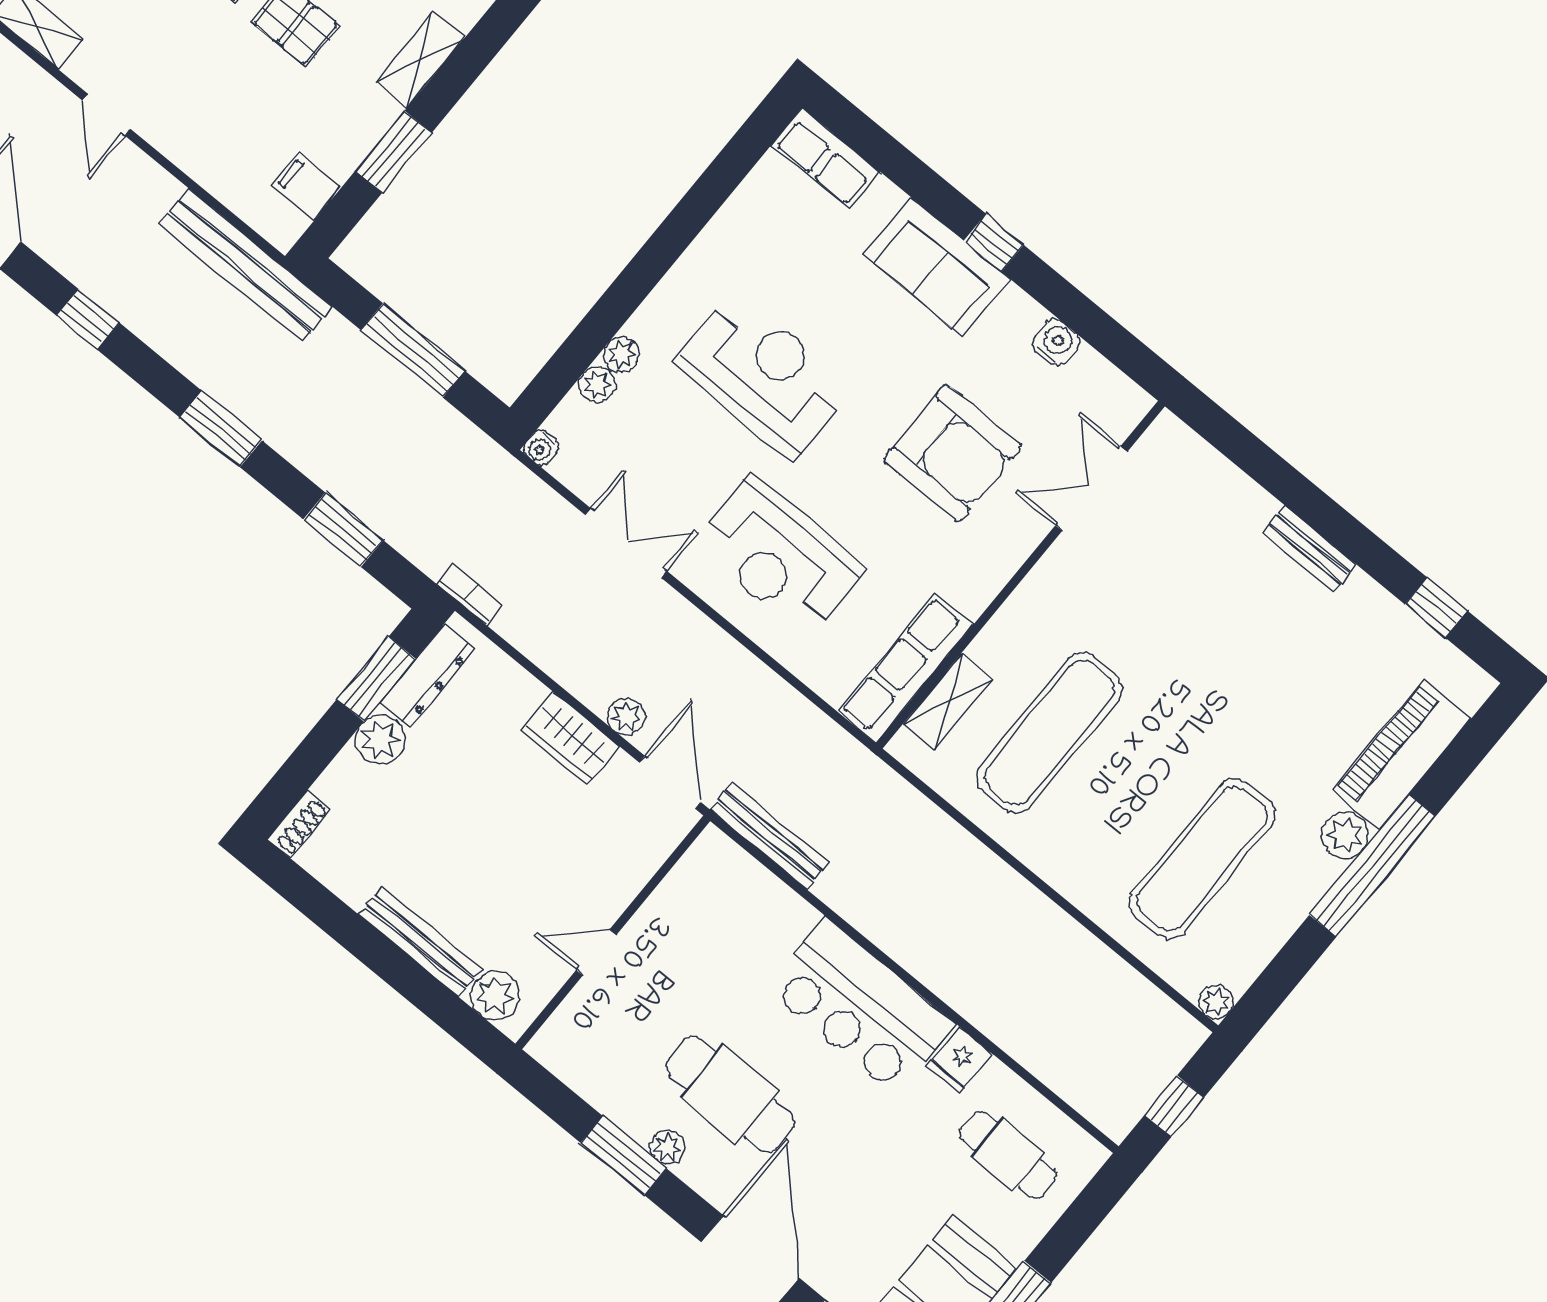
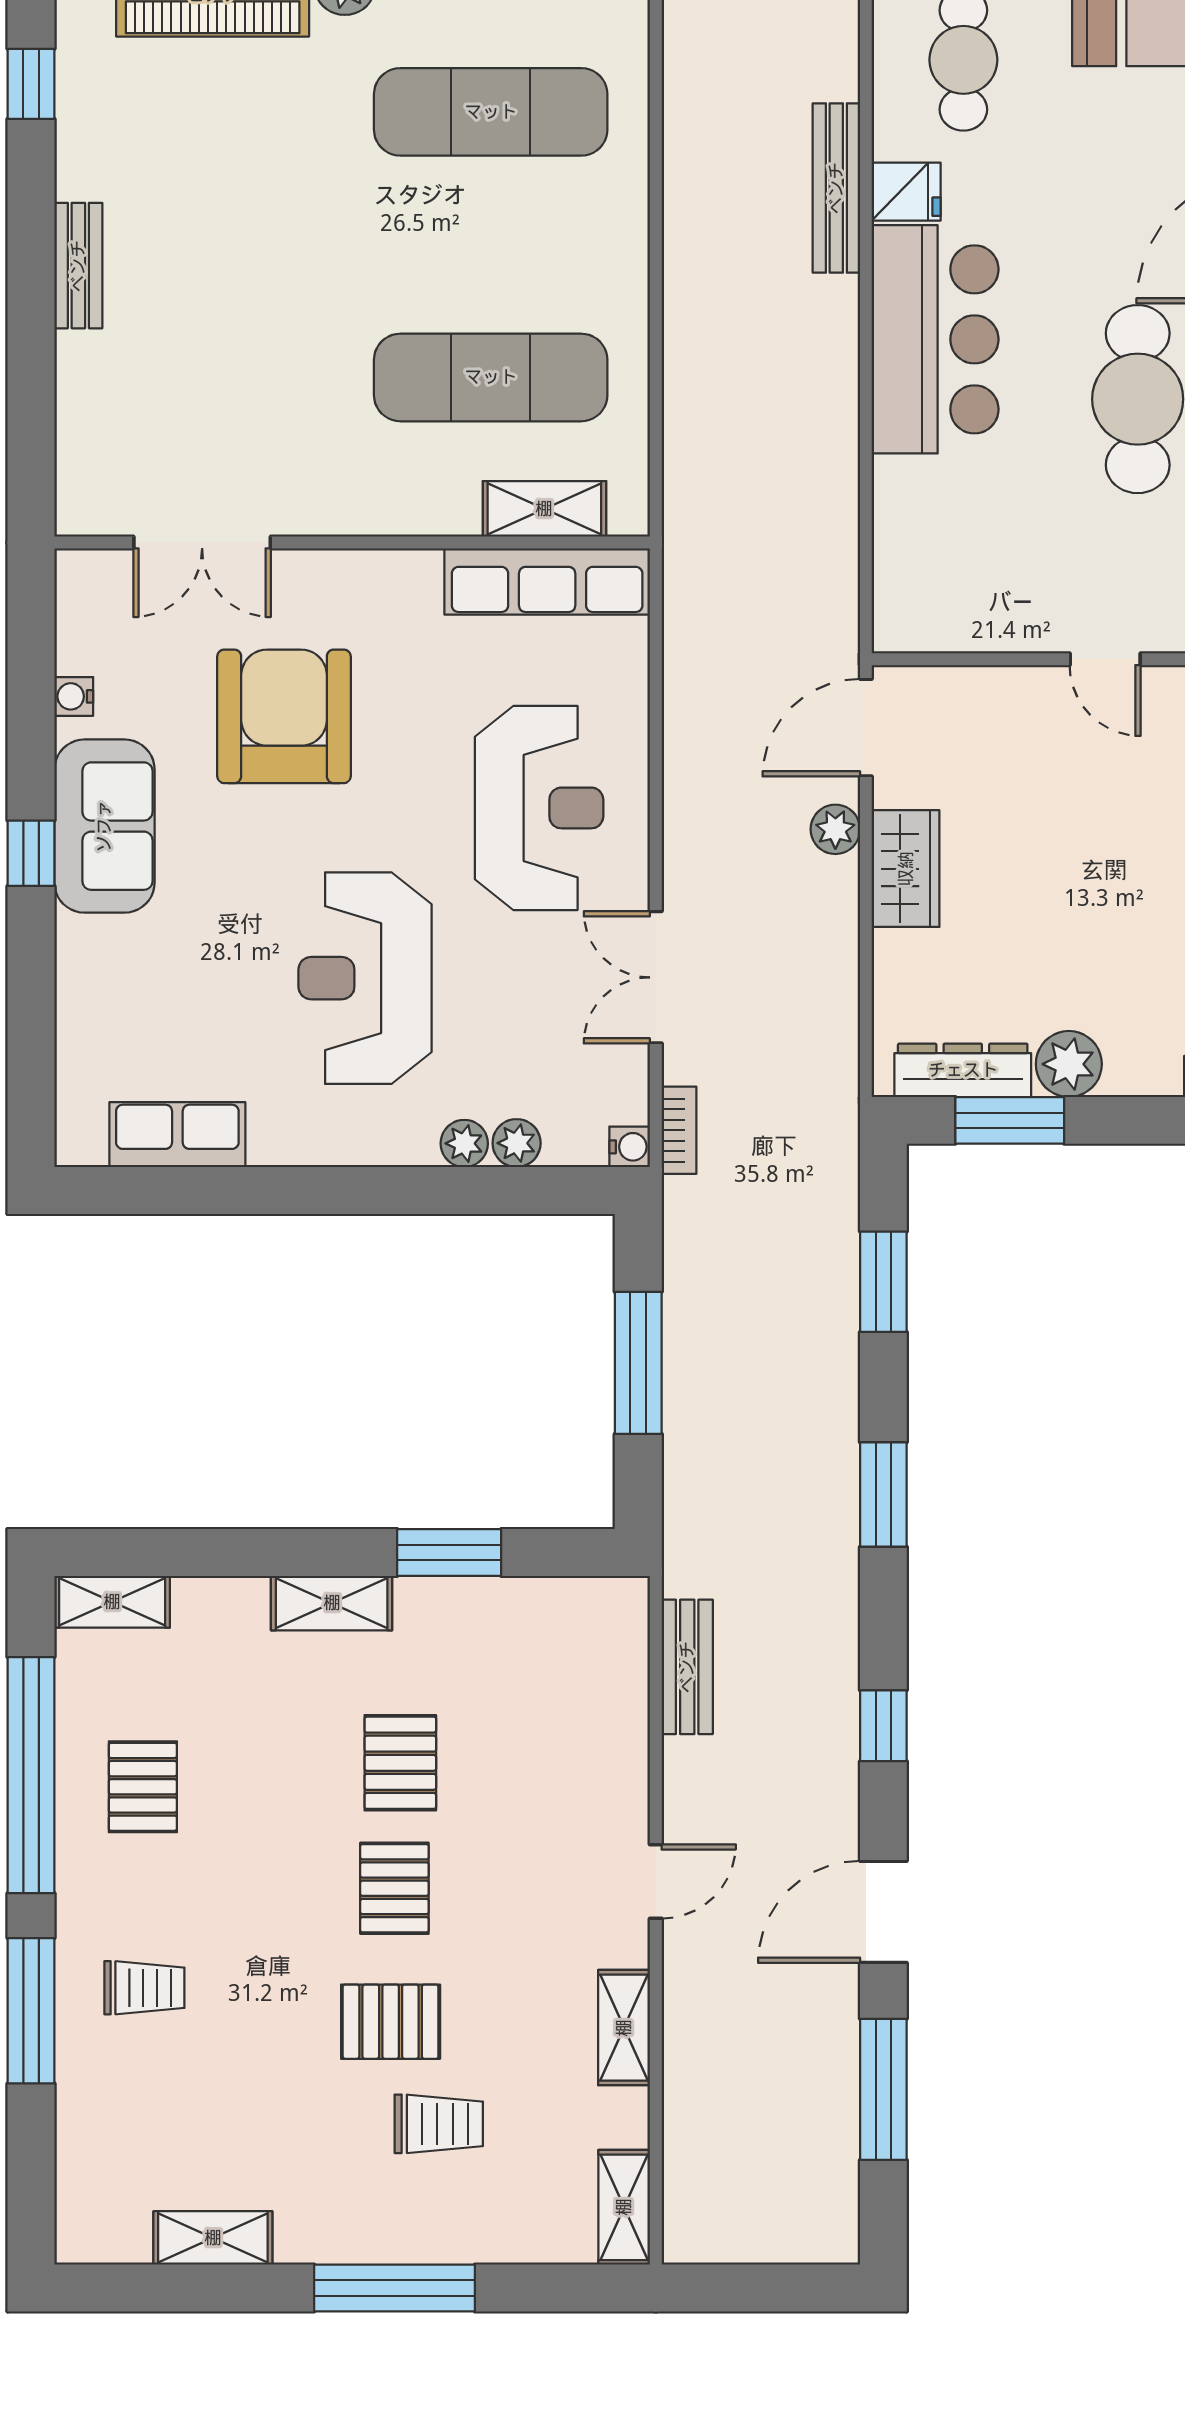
row of seats: (826, 158) -> (177, 1135), moved, turned -90
filing cabinet: (306, 187) -> (560, 1613), removed
bench: (246, 265) -> (687, 1667), width x0.54, depth x0.82
sofa: (937, 267) -> (104, 826), moved
water cooler: (1056, 342) -> (74, 696), width x0.72, depth x0.72
bookcase: (469, 594) -> (679, 1130), moved, turned 180
bench: (770, 836) -> (836, 188), moved

